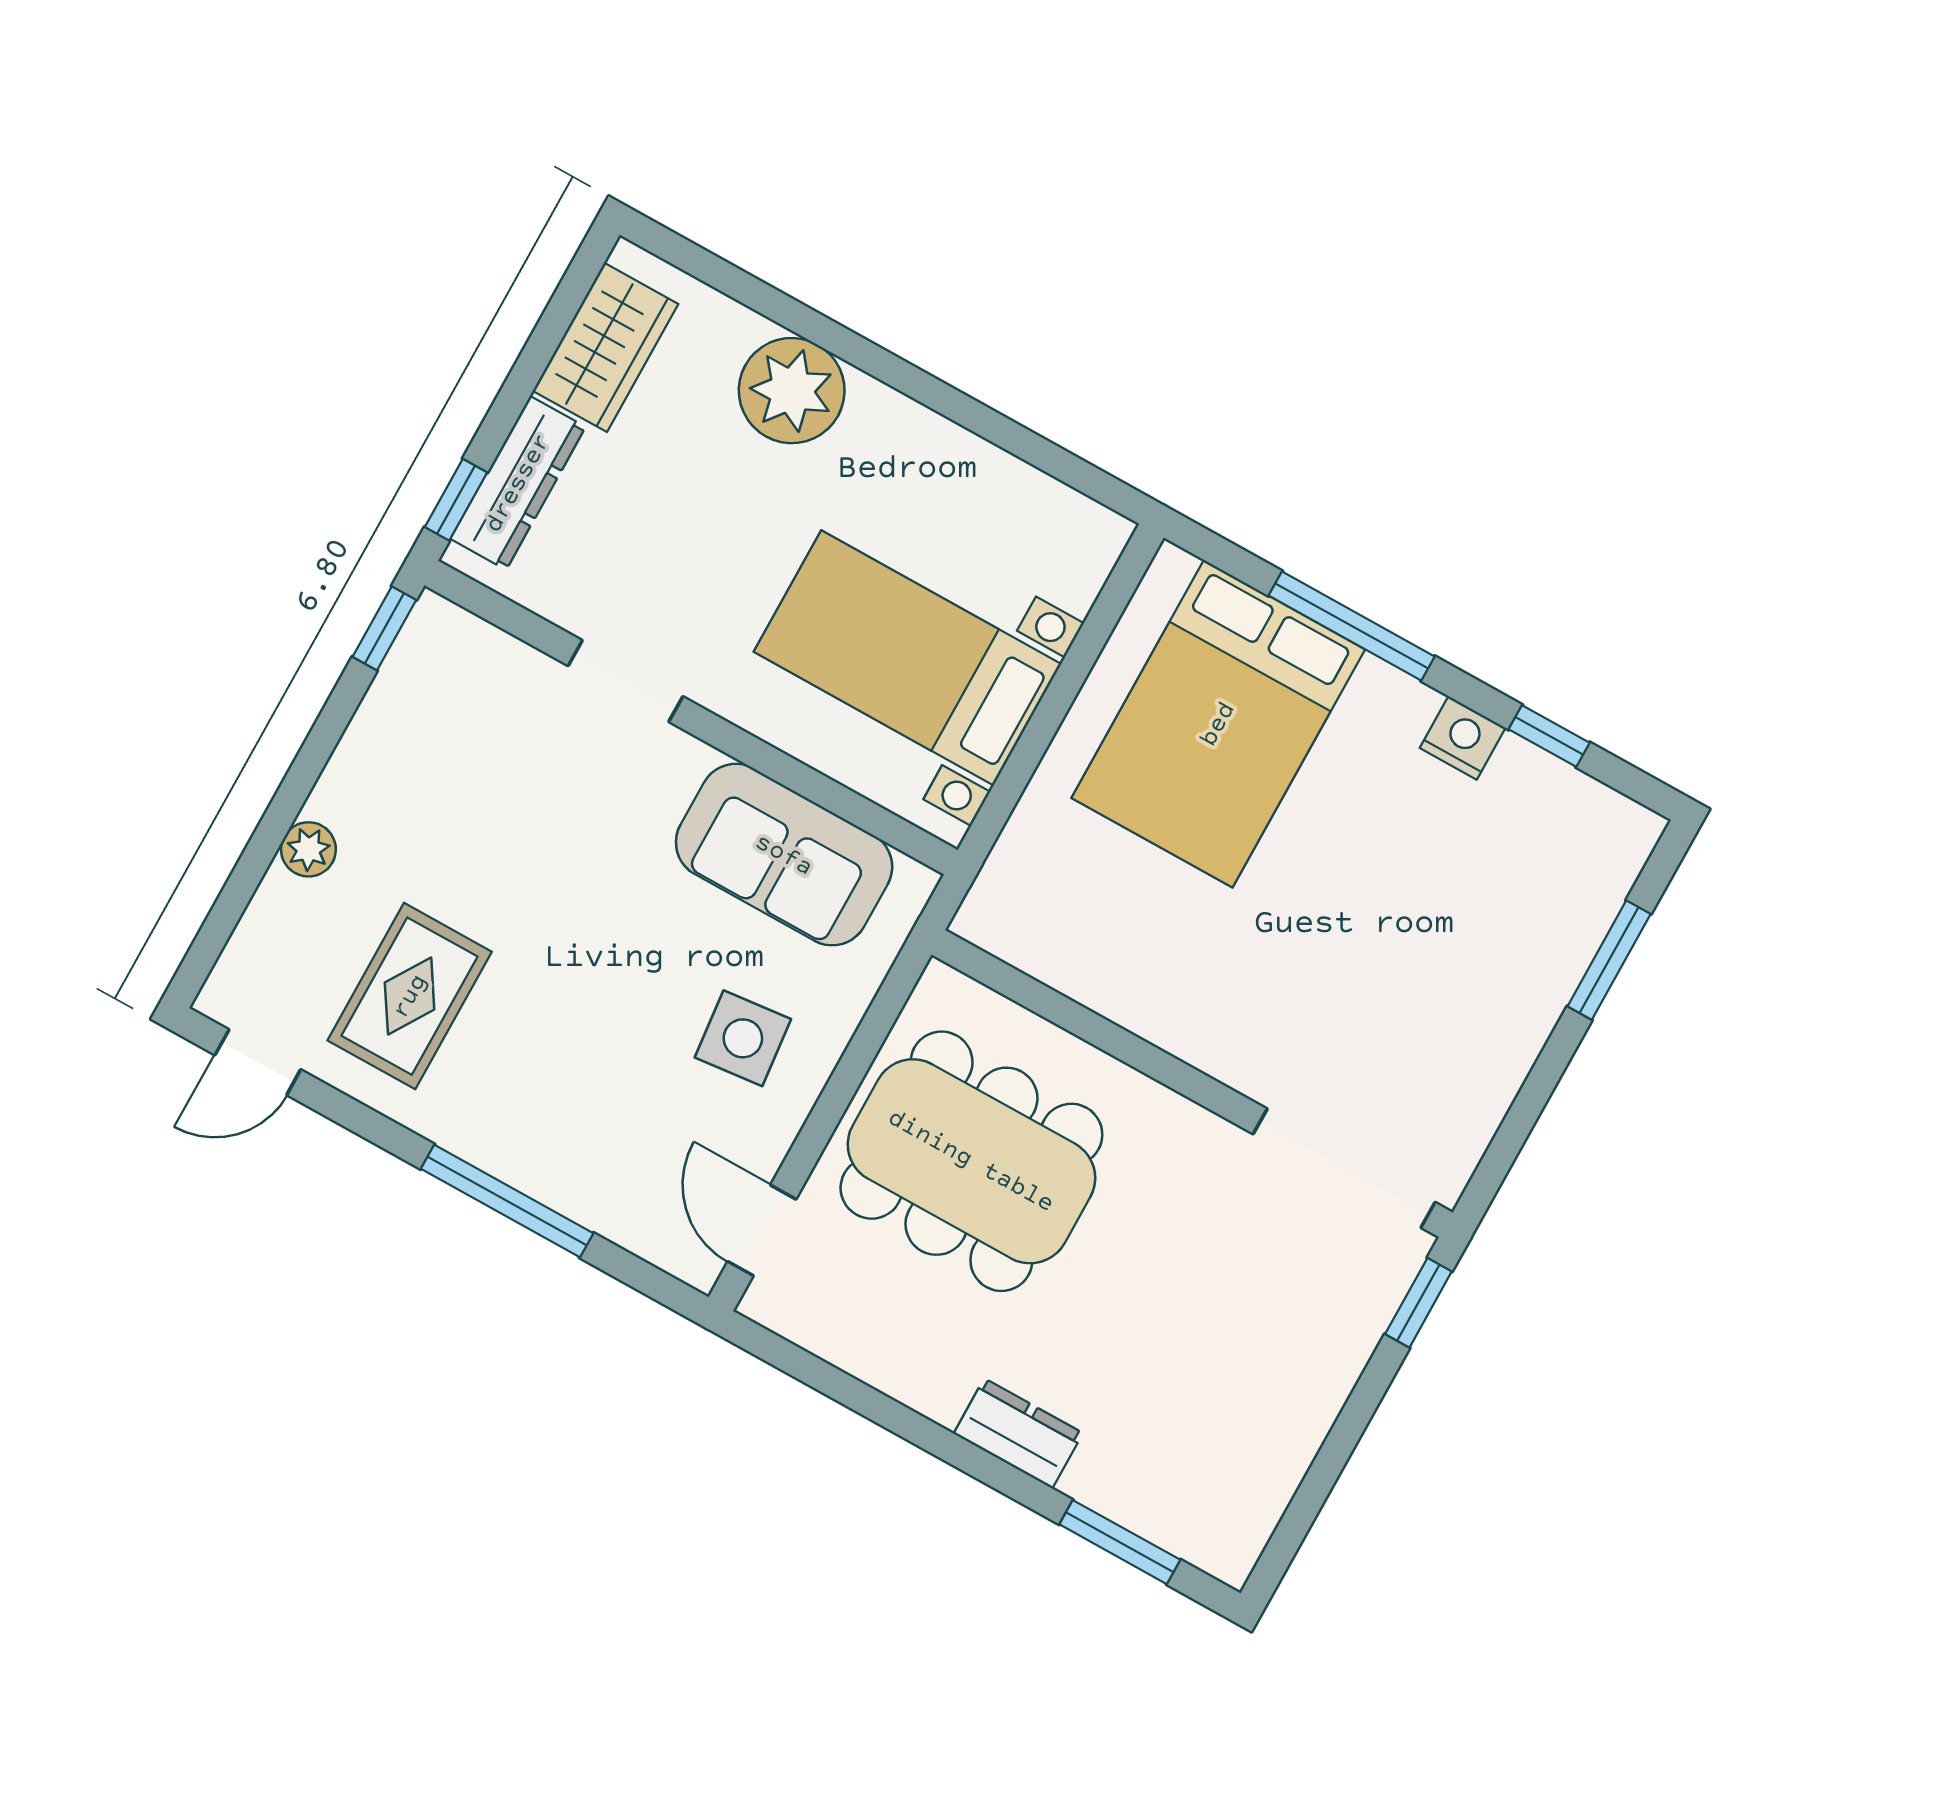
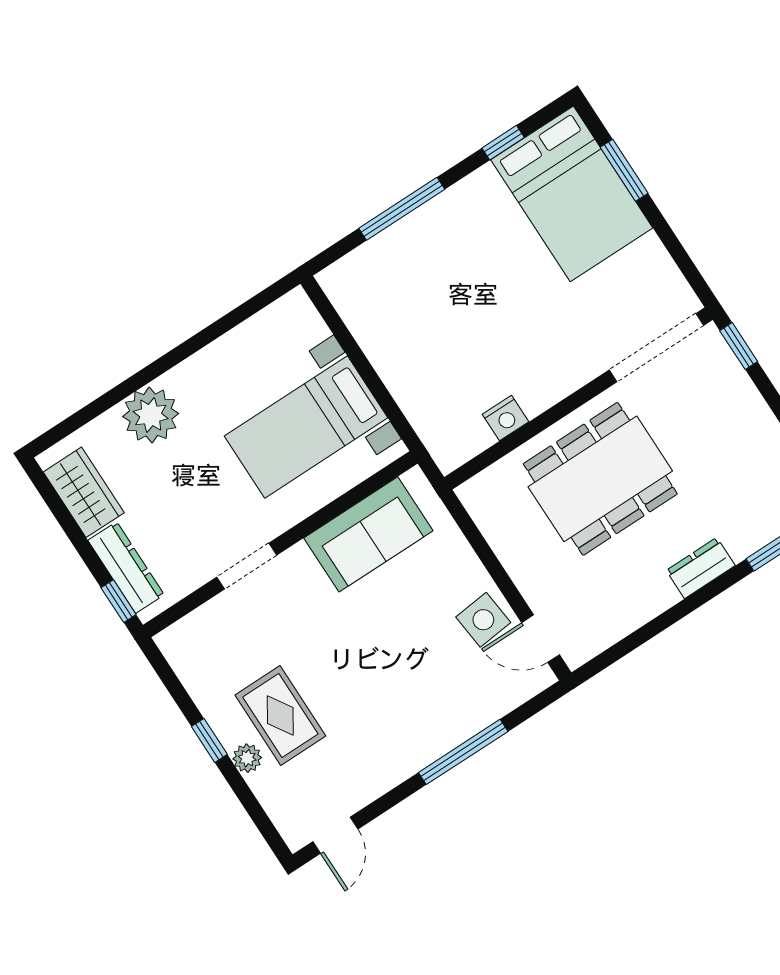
window: (384, 628) -> (209, 740), moved
bed: (1218, 724) -> (572, 194), moved
nightstand: (1463, 738) -> (505, 418), moved, turned 180
rug: (410, 996) -> (280, 715), moved
side table: (743, 1038) -> (483, 620), moved
dining table: (971, 1161) -> (600, 479), moved

